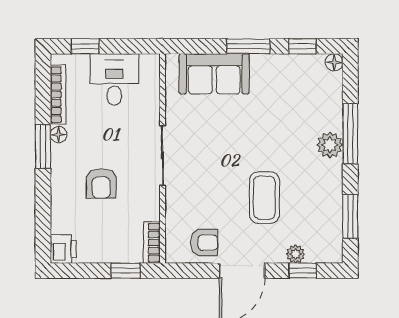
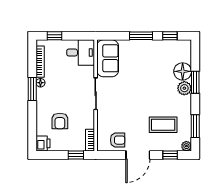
floor lamp: (334, 62) -> (183, 71), moved, width x1.89, depth x1.89
sofa: (214, 74) -> (108, 58), moved, turned -90
desk: (114, 80) -> (81, 53), moved, turned 90
window: (350, 134) -> (195, 82), width x0.69
armchair: (101, 183) -> (60, 121), moved
coffee table: (264, 198) -> (163, 125), moved, turned 90
plant: (296, 254) -> (186, 146), moved

